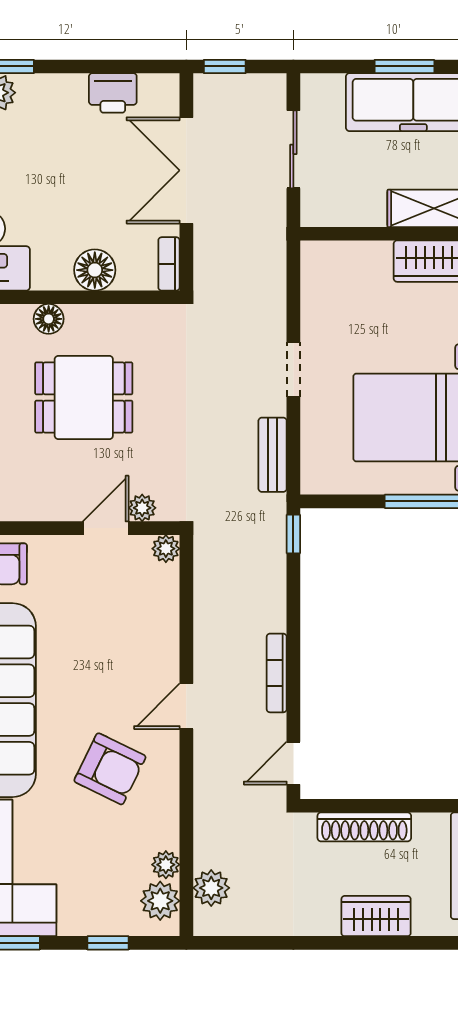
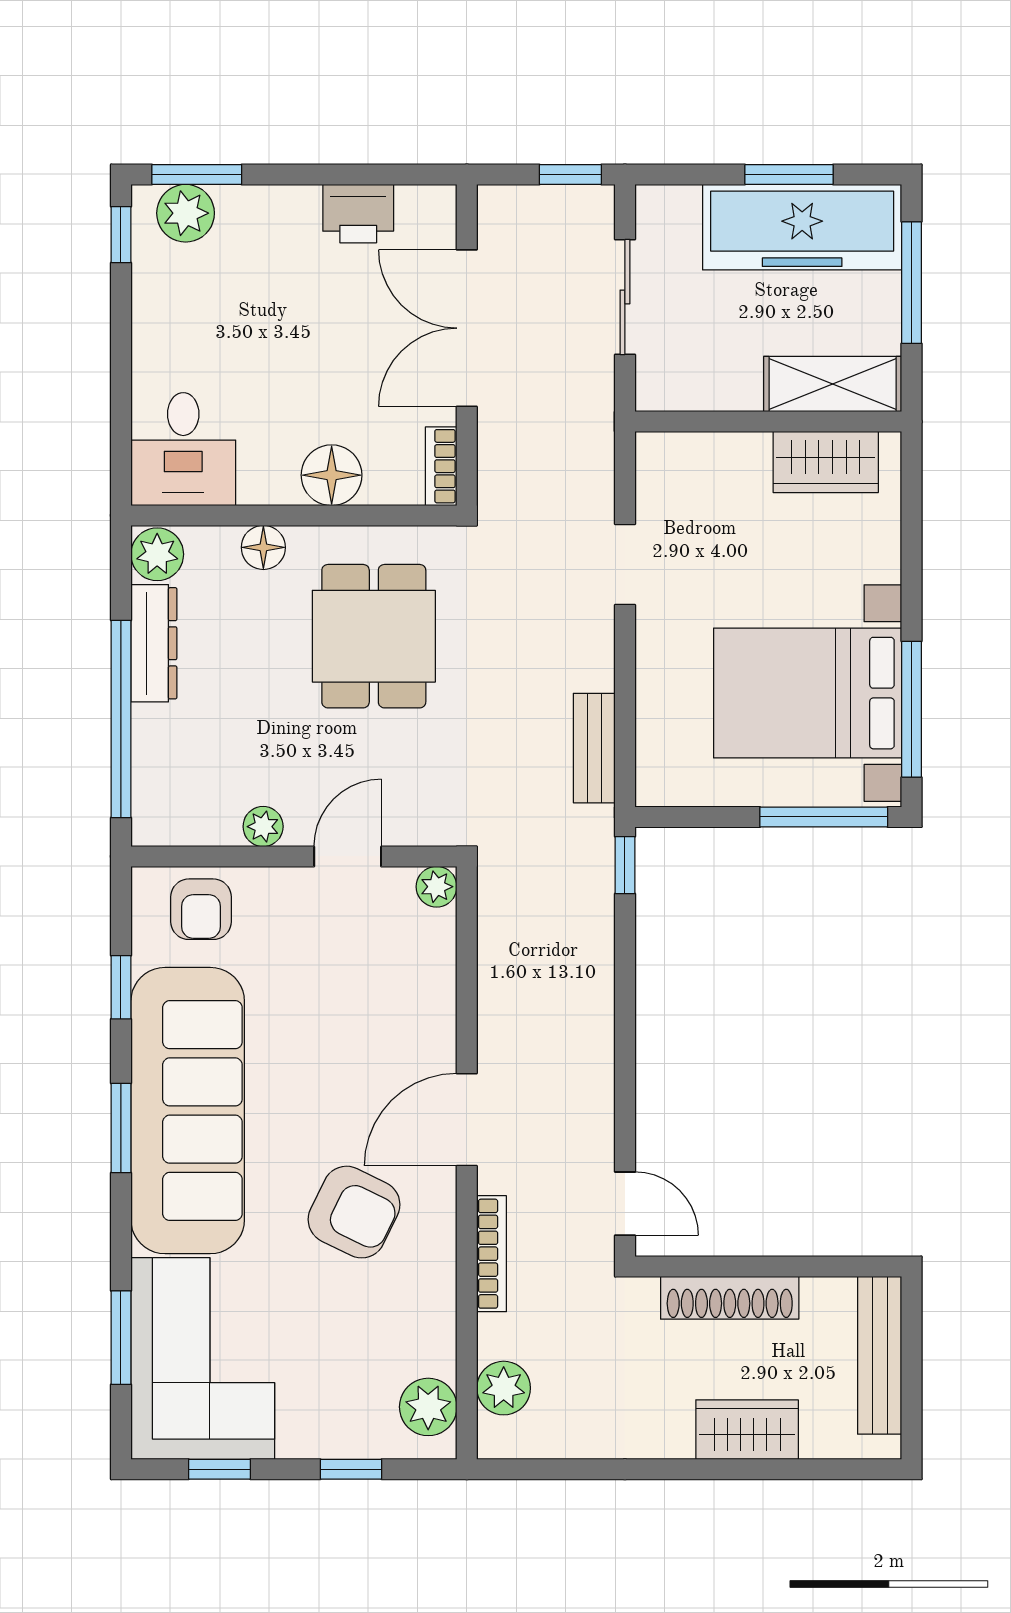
window: (225, 66) -> (570, 174), moved
doorway: (293, 370) -> (625, 565), moved
dining table: (84, 397) -> (374, 636), moved, turned 90
plant: (142, 508) -> (263, 827), moved
bookcase: (277, 673) -> (492, 1254), moved, turned 180
door: (186, 706) -> (467, 1120), width x1.38
door: (293, 763) -> (625, 1204), swing flipped
plant: (166, 865) -> (436, 1354), removed

